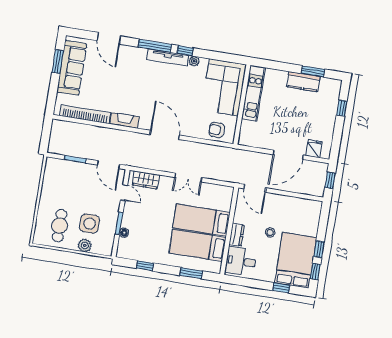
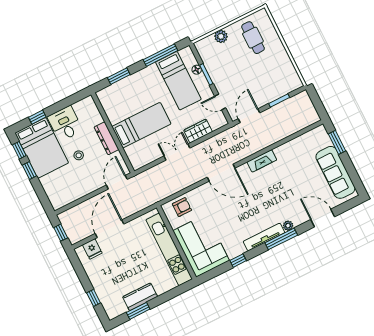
window: (185, 51) -> (238, 261), moved
plant: (194, 61) -> (288, 226), moved
window: (58, 62) -> (337, 142), moved
kitchen unit: (253, 93) -> (169, 249), width x1.36
bookcase: (85, 114) -> (297, 143), removed
door: (109, 165) -> (249, 116), hinge flipped
wardrobe: (146, 180) -> (198, 131), moved
door: (255, 188) -> (117, 182), hinge flipped
side table: (90, 224) -> (230, 57), removed
dresser: (237, 235) -> (106, 138), width x1.44
bed: (197, 245) -> (178, 81), moved, turned 90
desk: (241, 261) -> (65, 124), moved, turned -90
window: (145, 266) -> (160, 55), width x2.17

